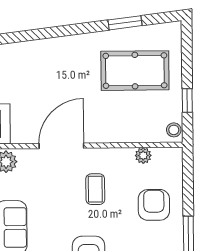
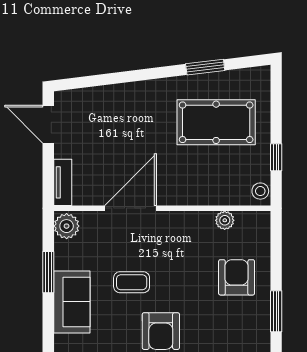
coffee table: (95, 189) -> (132, 282), moved, turned 90

